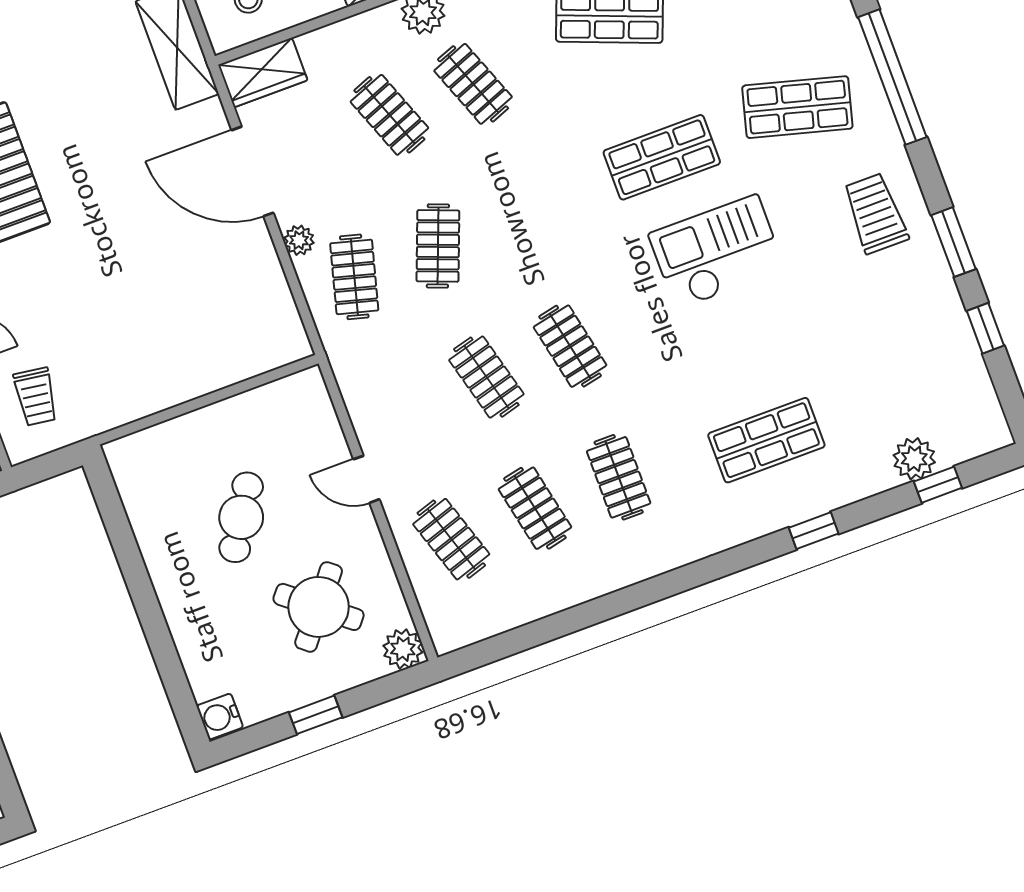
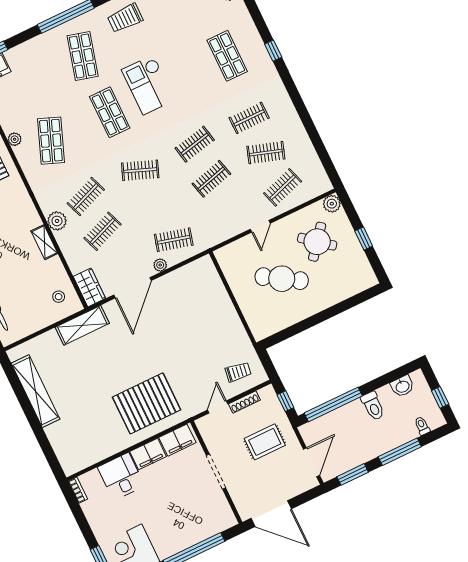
clothes rail: (438, 246) -> (140, 170), moved
clothes rail: (535, 508) -> (266, 153), turned 30
cafe table: (241, 517) -> (282, 279), width x1.37, depth x1.35
window: (814, 531) -> (273, 51), moved
water cooler: (220, 717) -> (368, 280), removed

